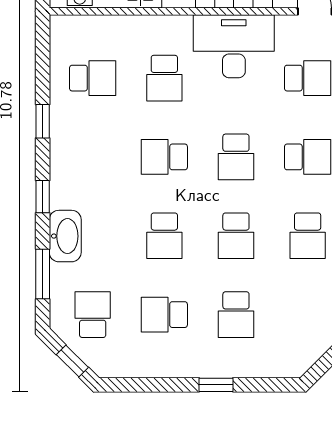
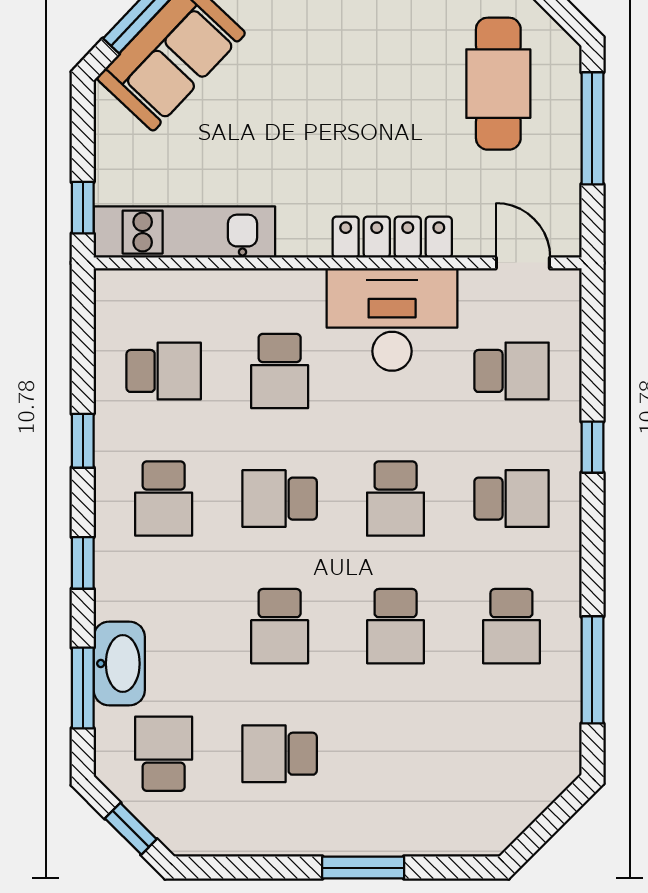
washbasin: (65, 236) -> (119, 664), moved
school desk: (236, 315) -> (164, 499), moved
window: (216, 385) -> (363, 868), width x1.50

